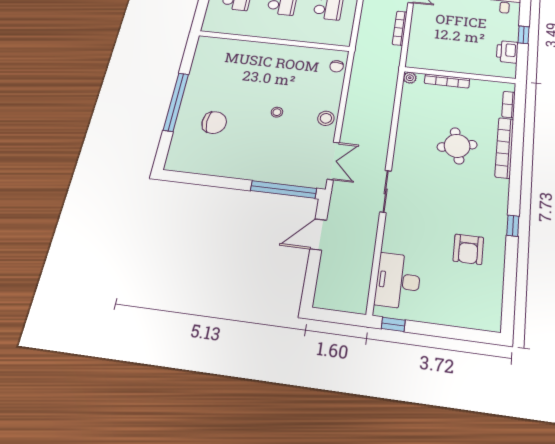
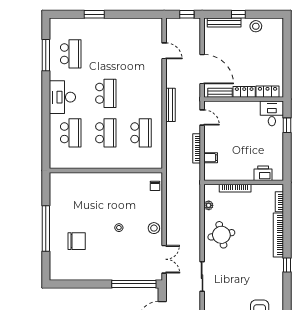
window: (523, 35) -> (287, 125), moved
filing cabinet: (417, 41) -> (211, 158), added
printer: (507, 52) -> (263, 173), moved, turned 90
plant: (410, 78) -> (209, 205), moved
round table: (457, 146) -> (221, 235), moved
window: (513, 226) -> (287, 265), moved

